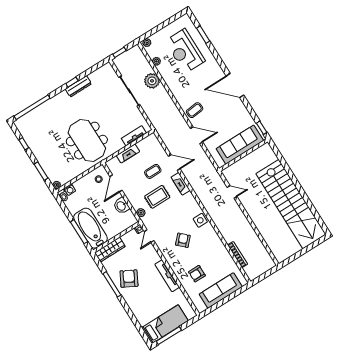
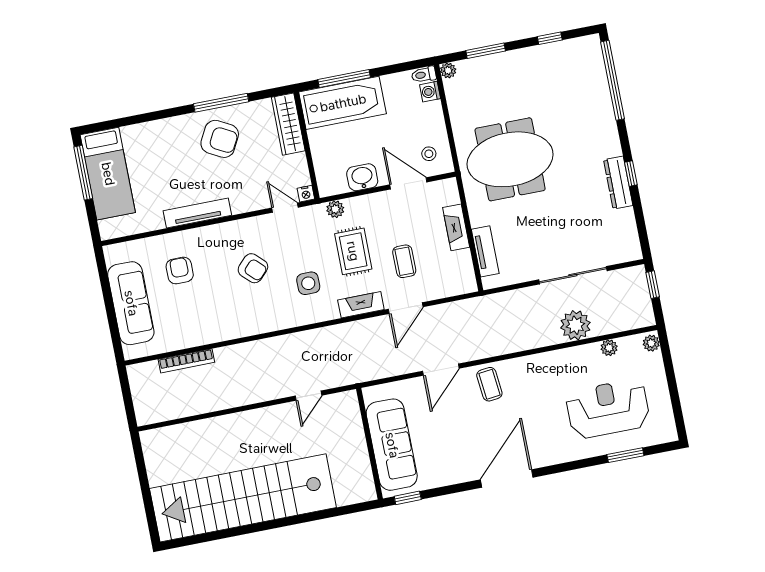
side table: (200, 220) -> (308, 283), moved

